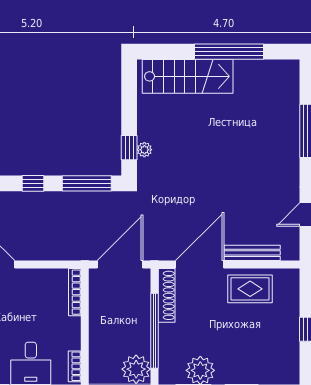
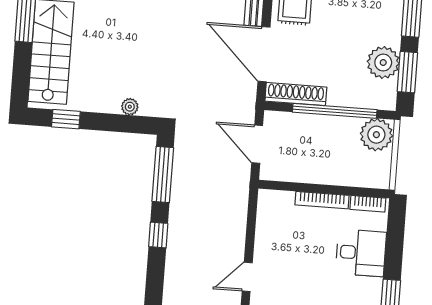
window: (129, 148) -> (66, 119), moved
door: (120, 265) -> (257, 144), width x0.73
bookcase: (75, 292) -> (322, 200), moved

